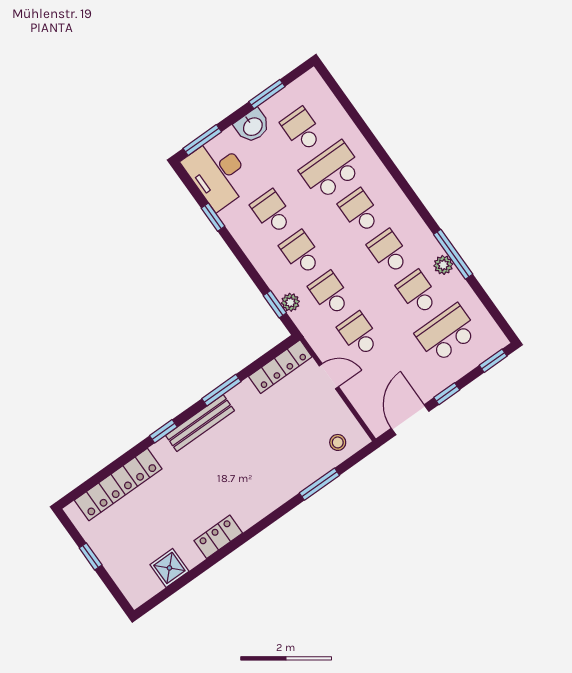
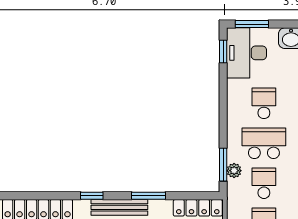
window: (213, 217) -> (223, 52), moved
school desk: (301, 253) -> (264, 143), width x1.85
window: (275, 304) -> (223, 165), width x1.50

